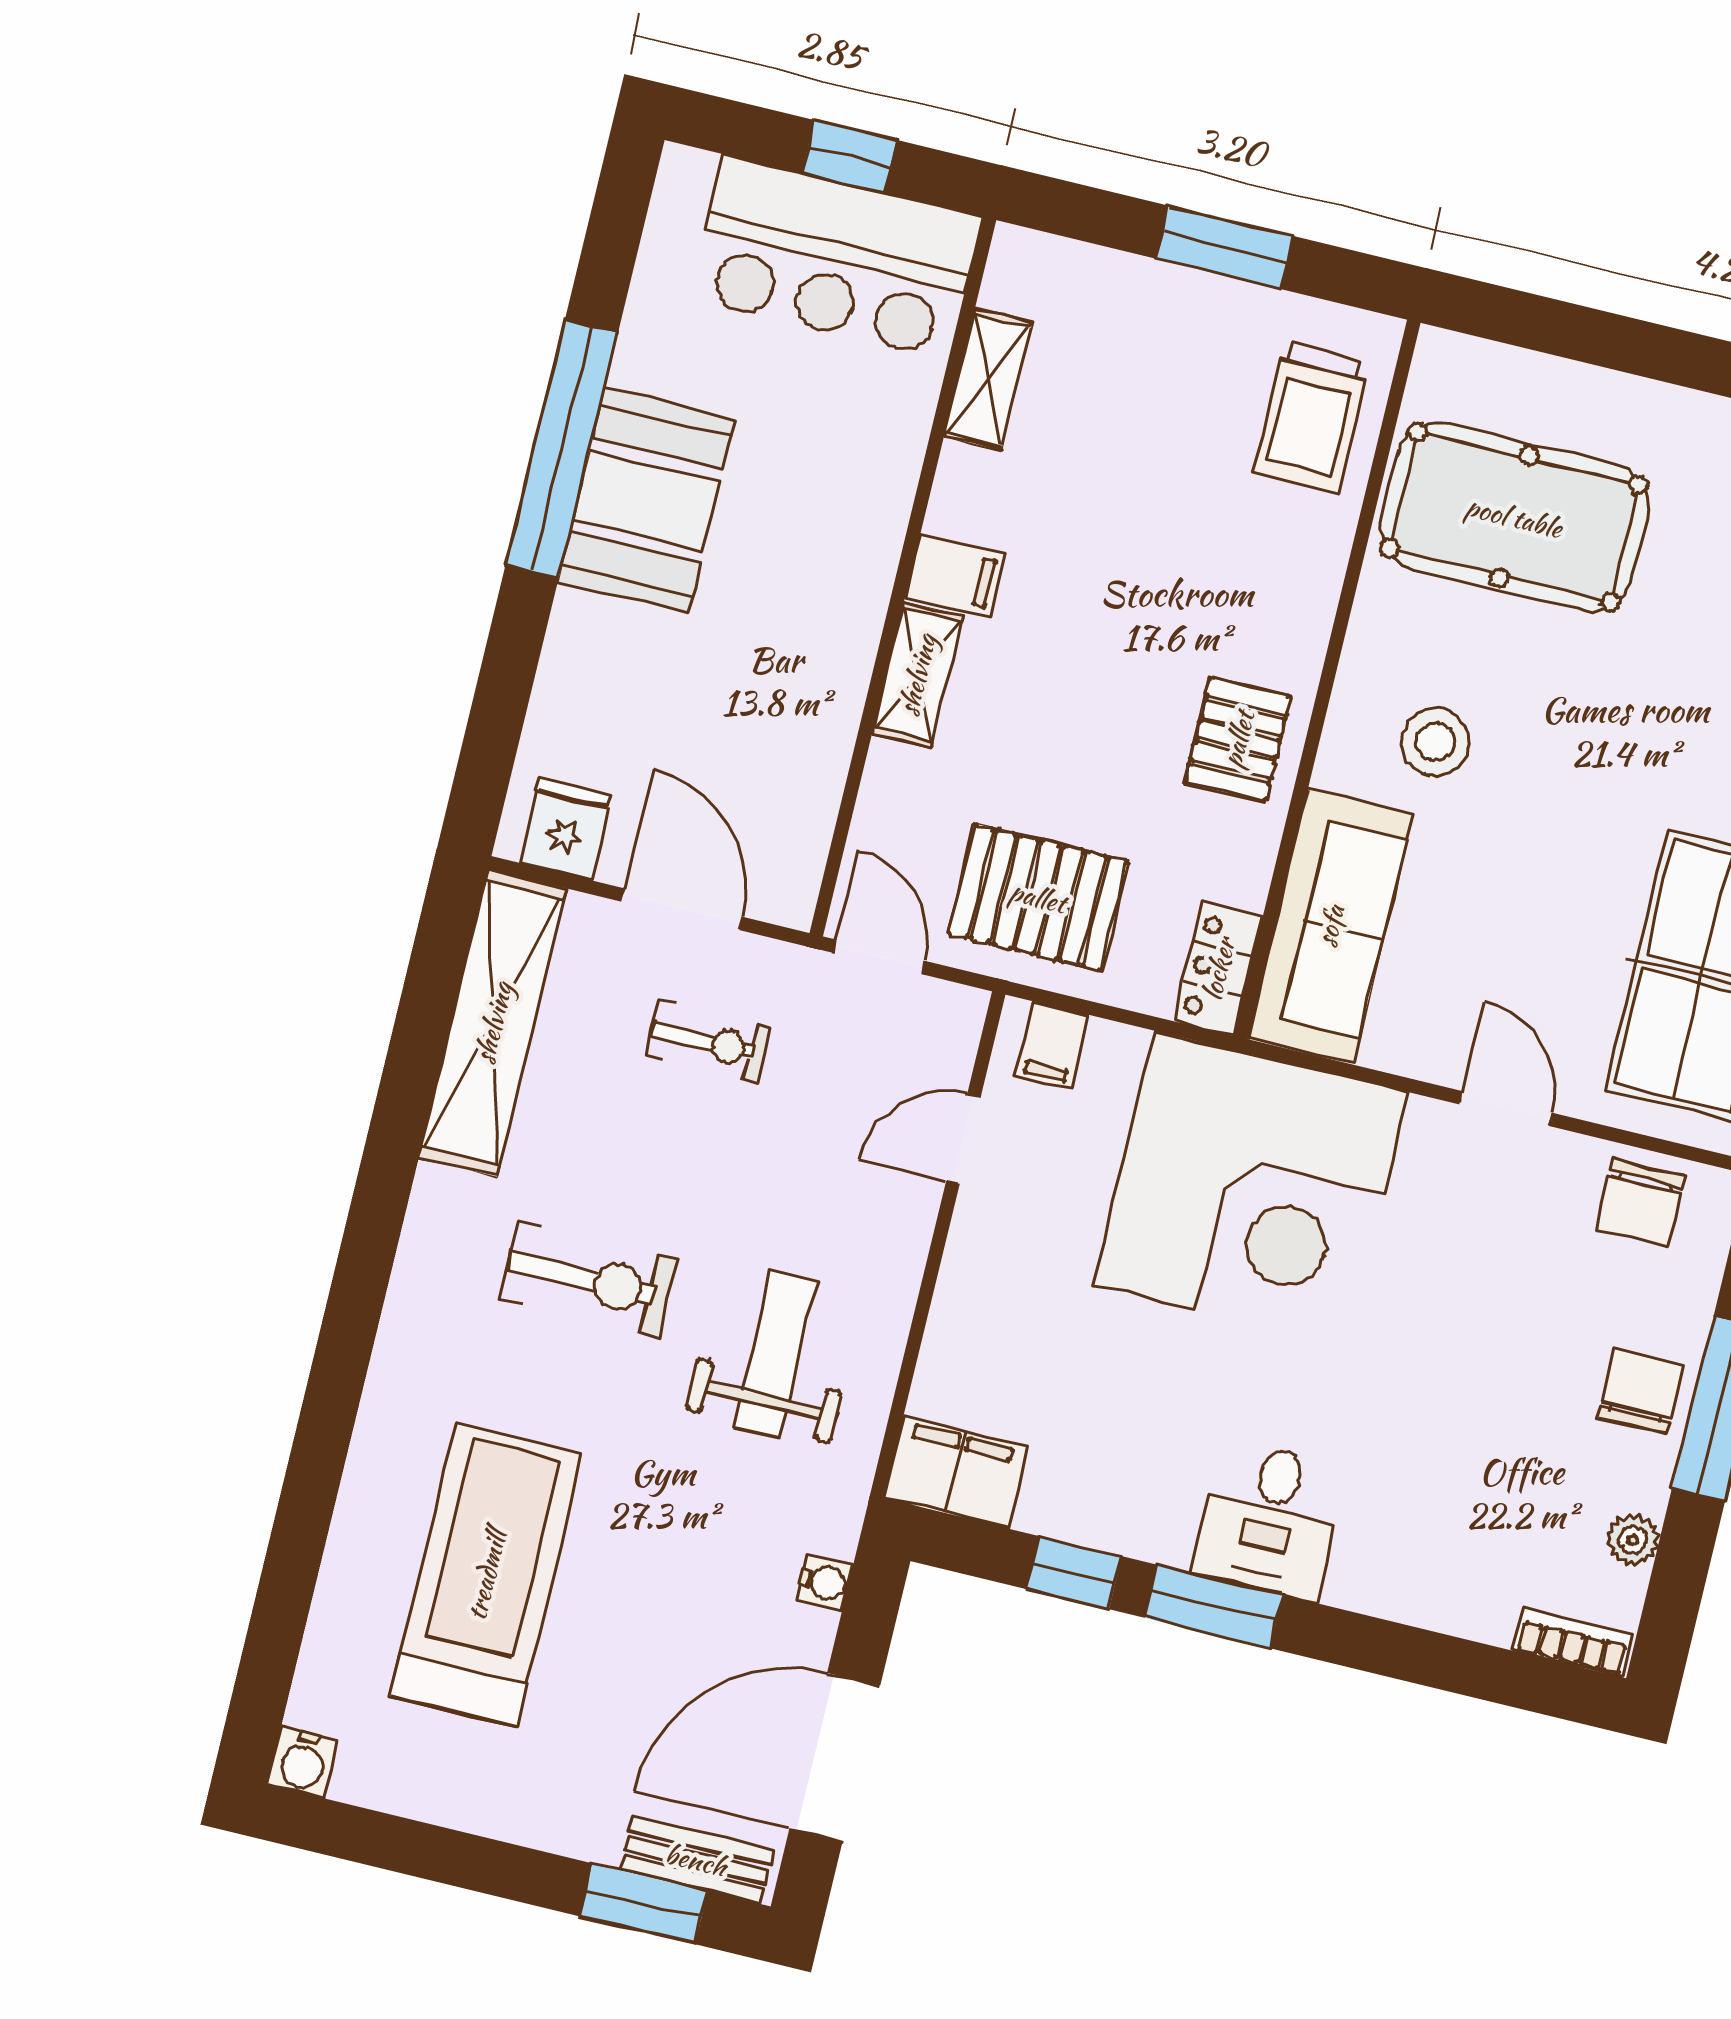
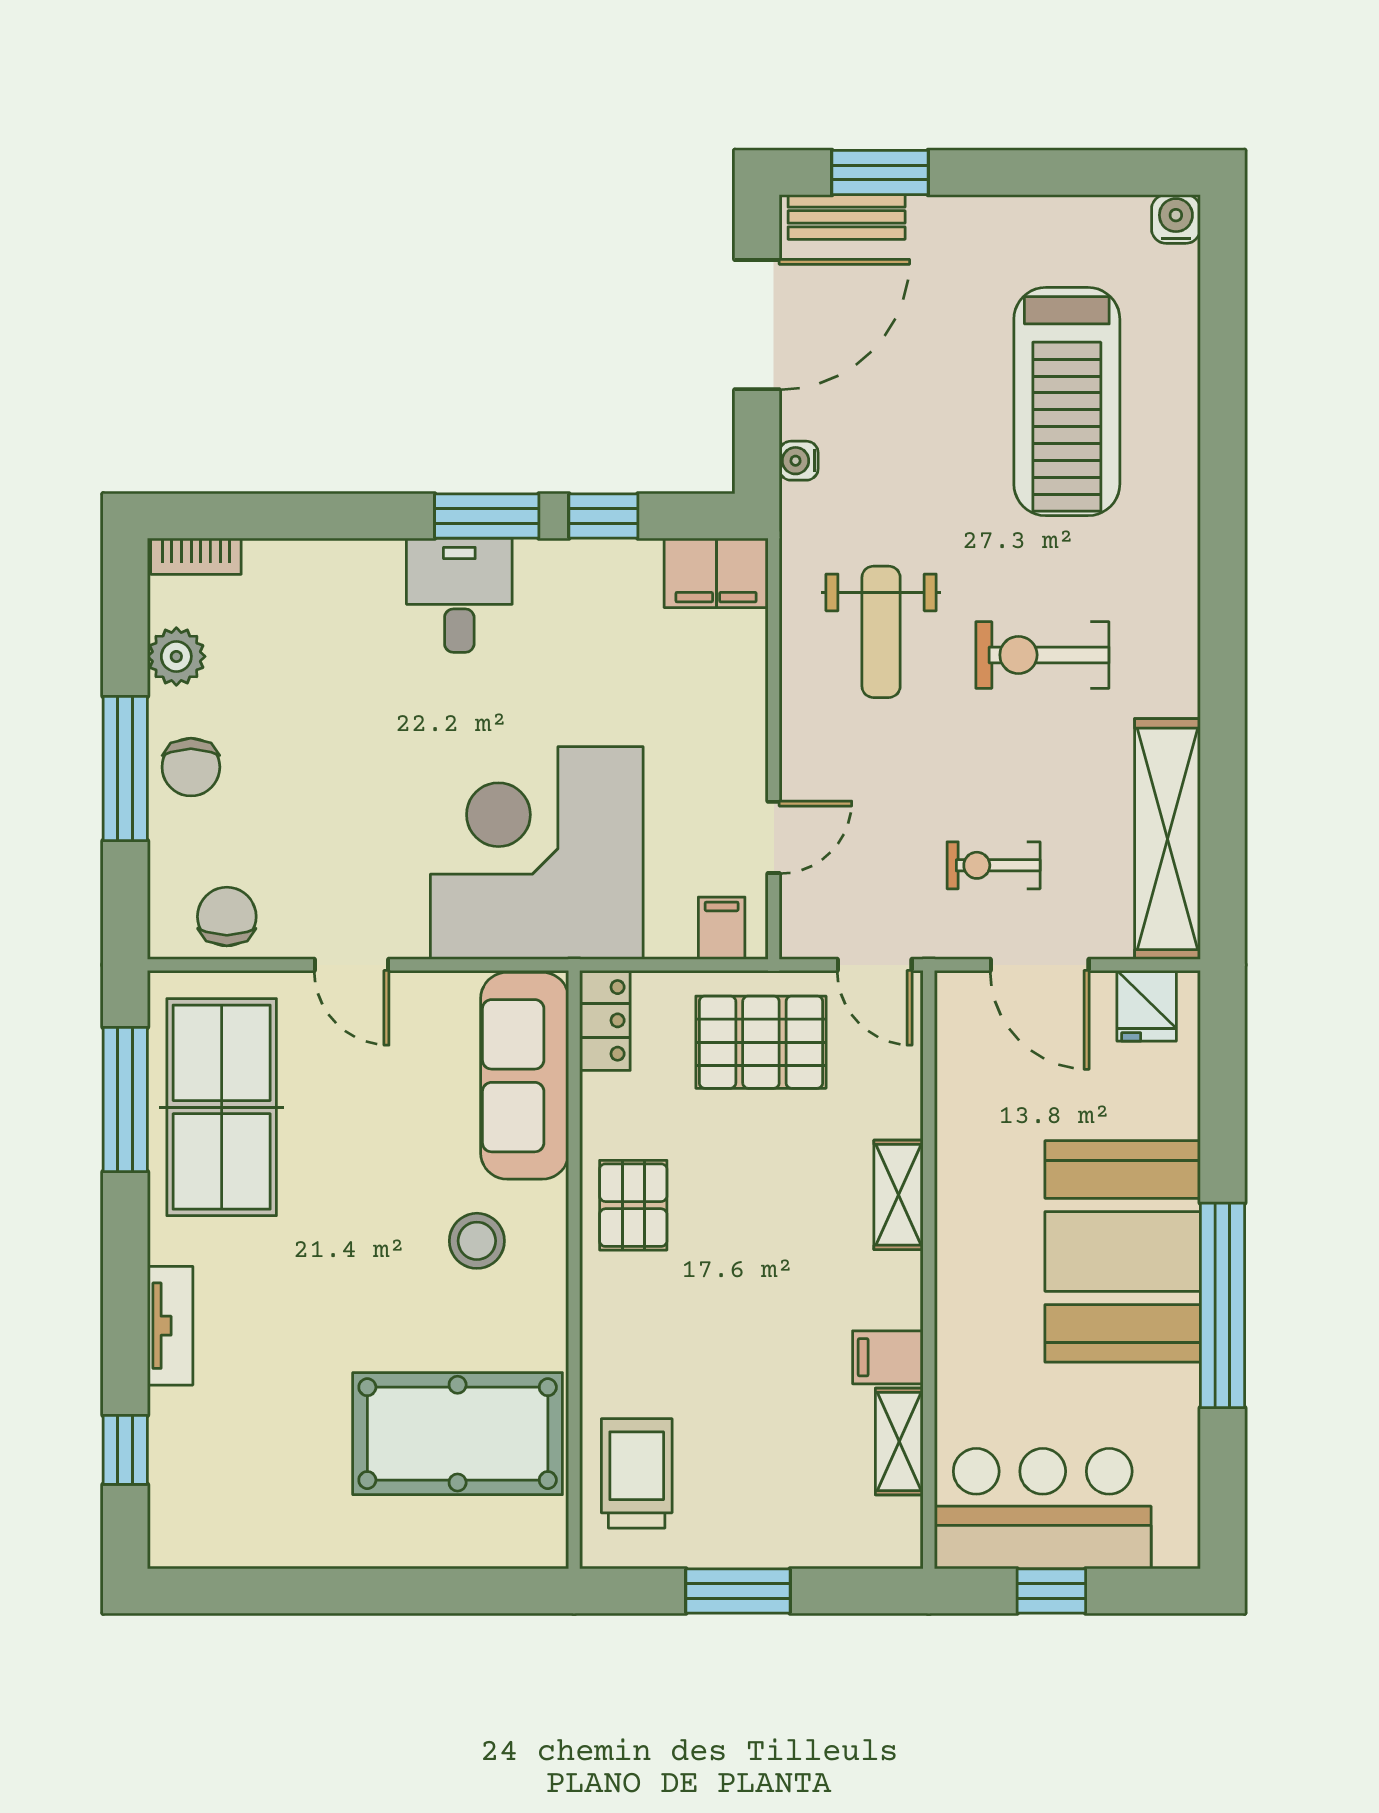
booth: (647, 500) -> (1123, 1251), width x1.36, depth x1.42
filing cabinet: (955, 575) -> (888, 1357), moved
plant: (1633, 1540) -> (176, 656), width x1.38, depth x1.38

